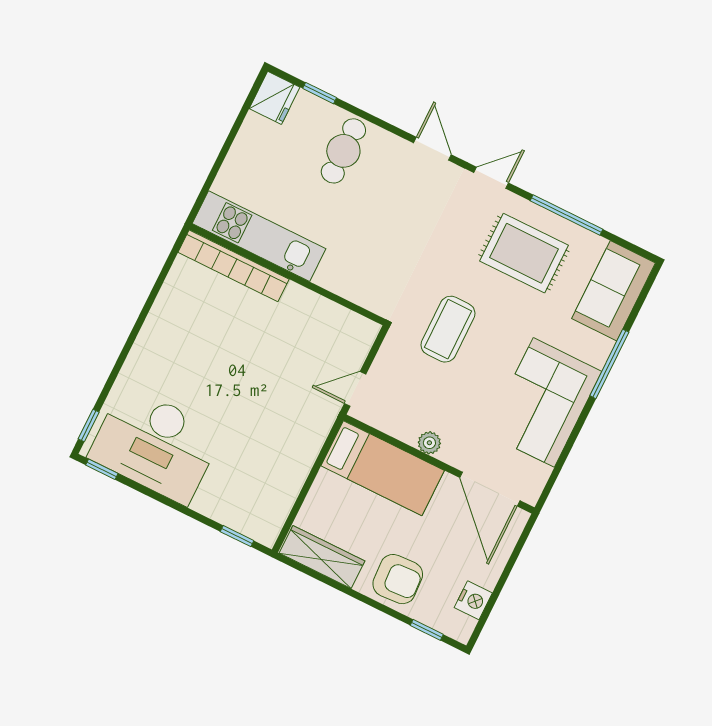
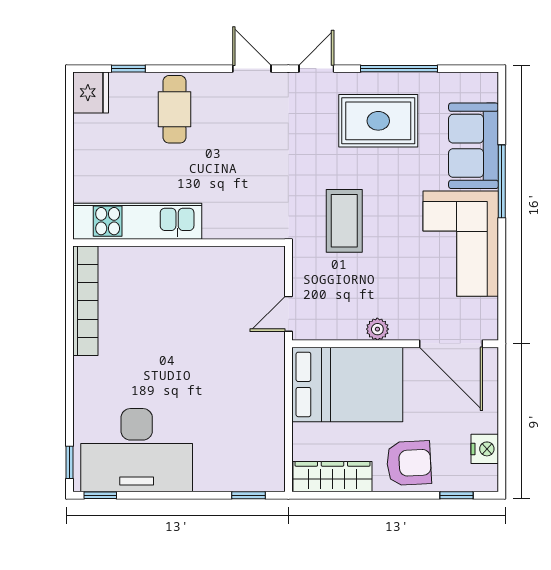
bookcase: (234, 266) -> (85, 301), moved, turned -90
sofa: (614, 291) -> (474, 146), moved
bed: (383, 468) -> (347, 384), width x1.50

